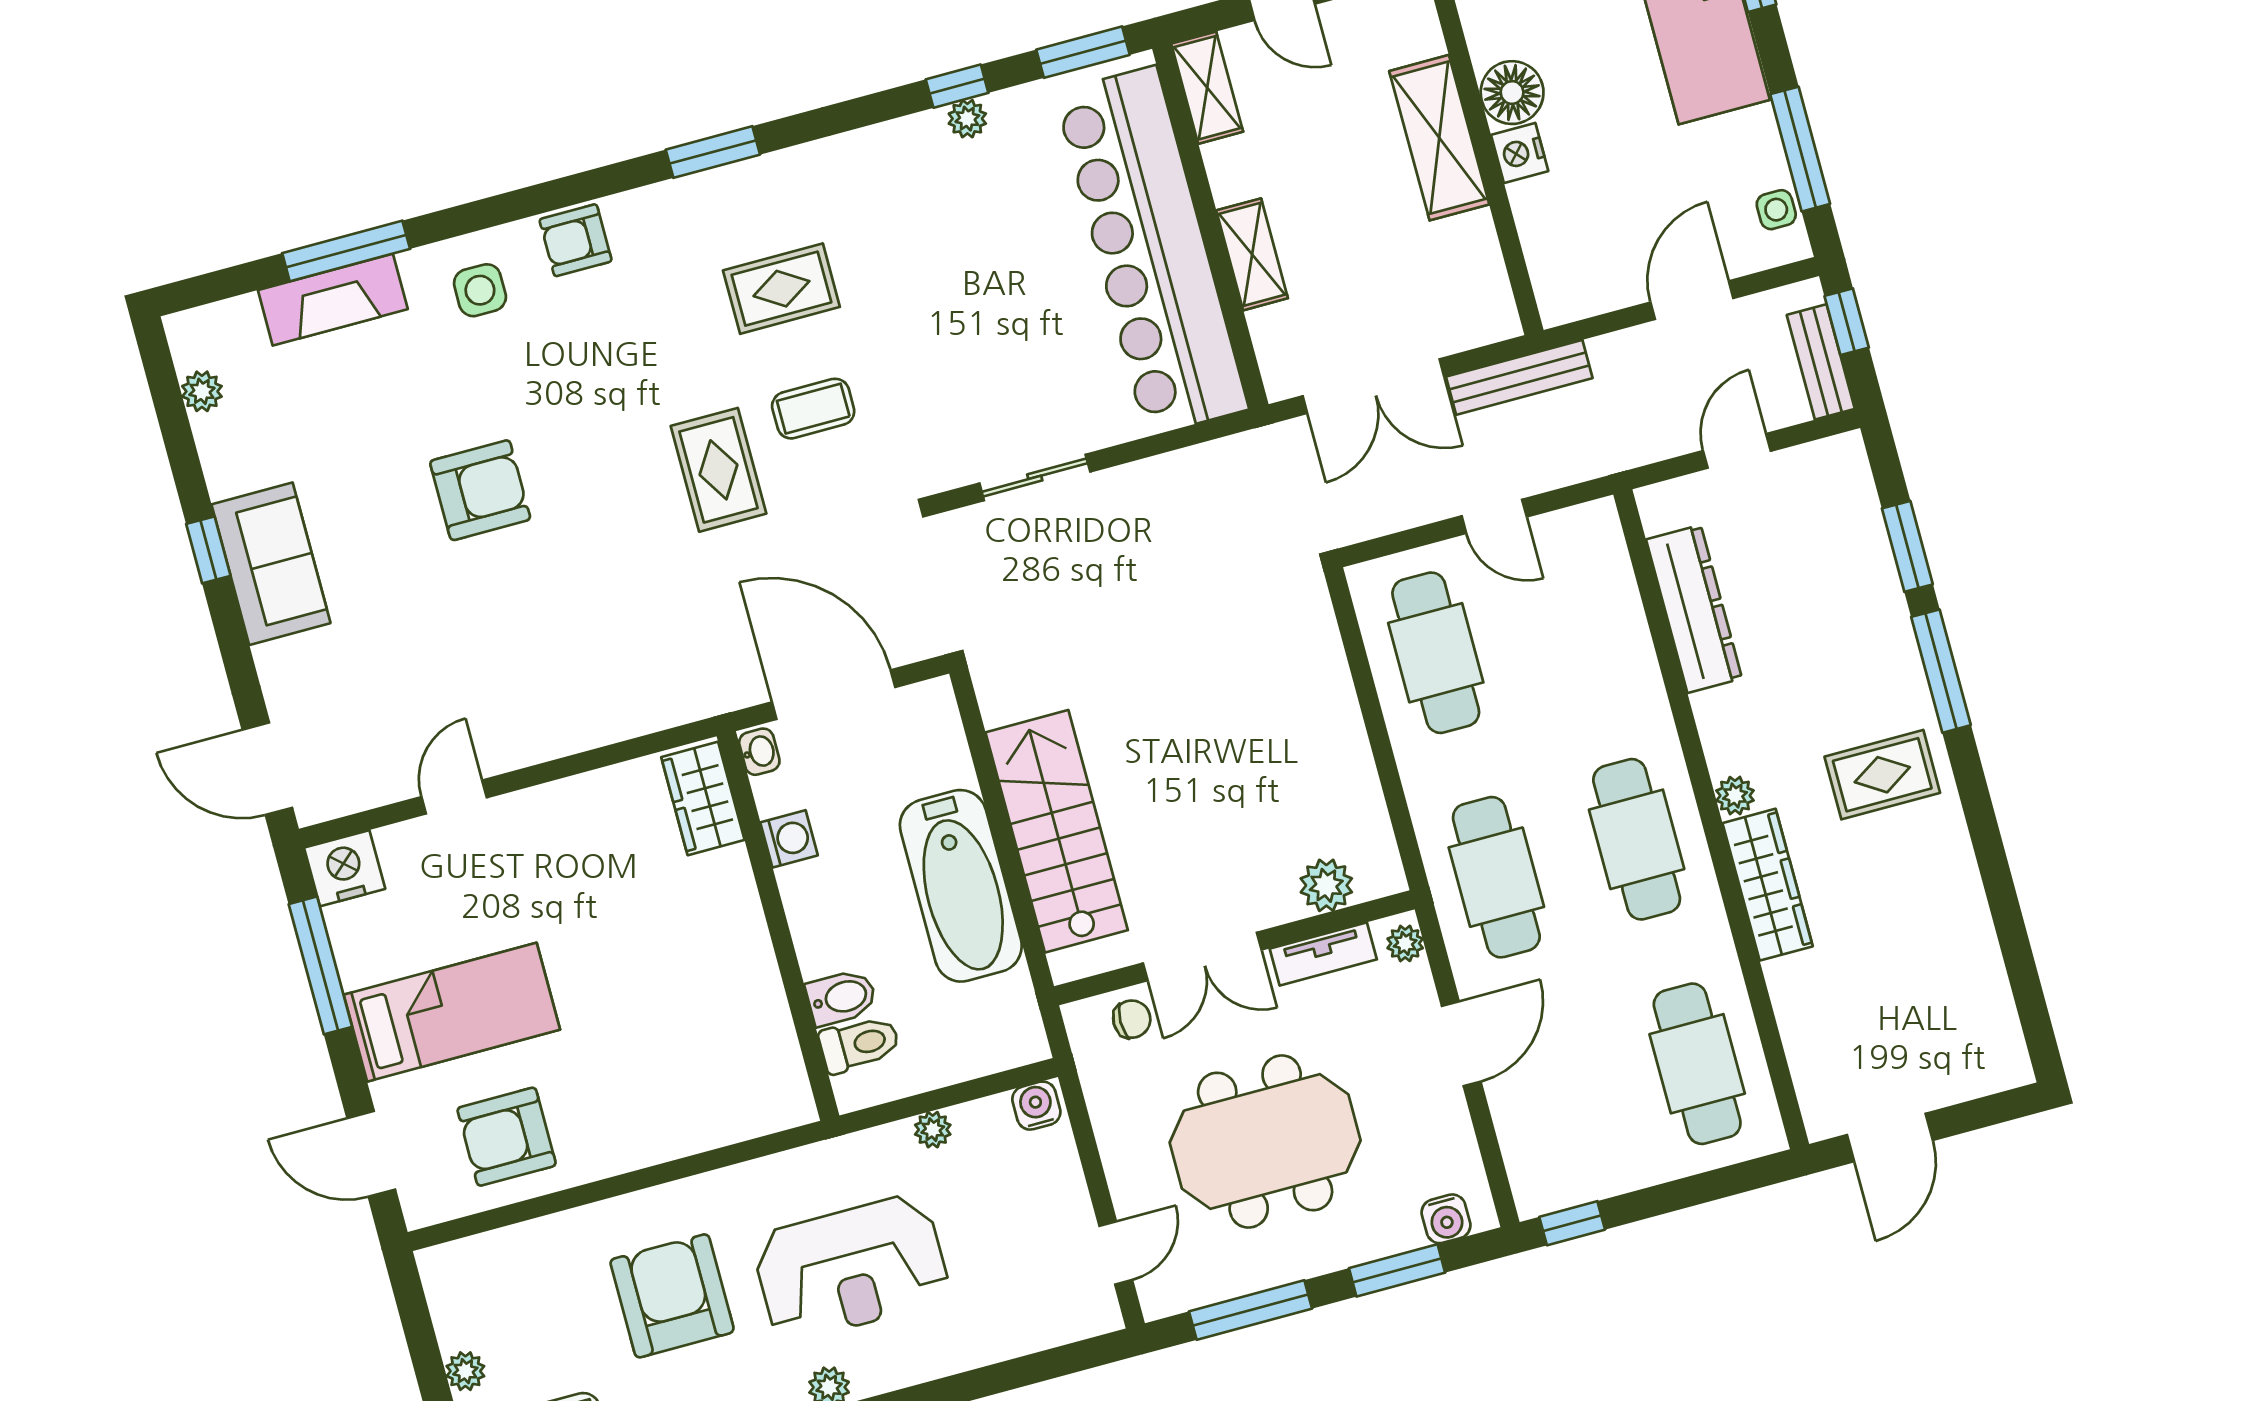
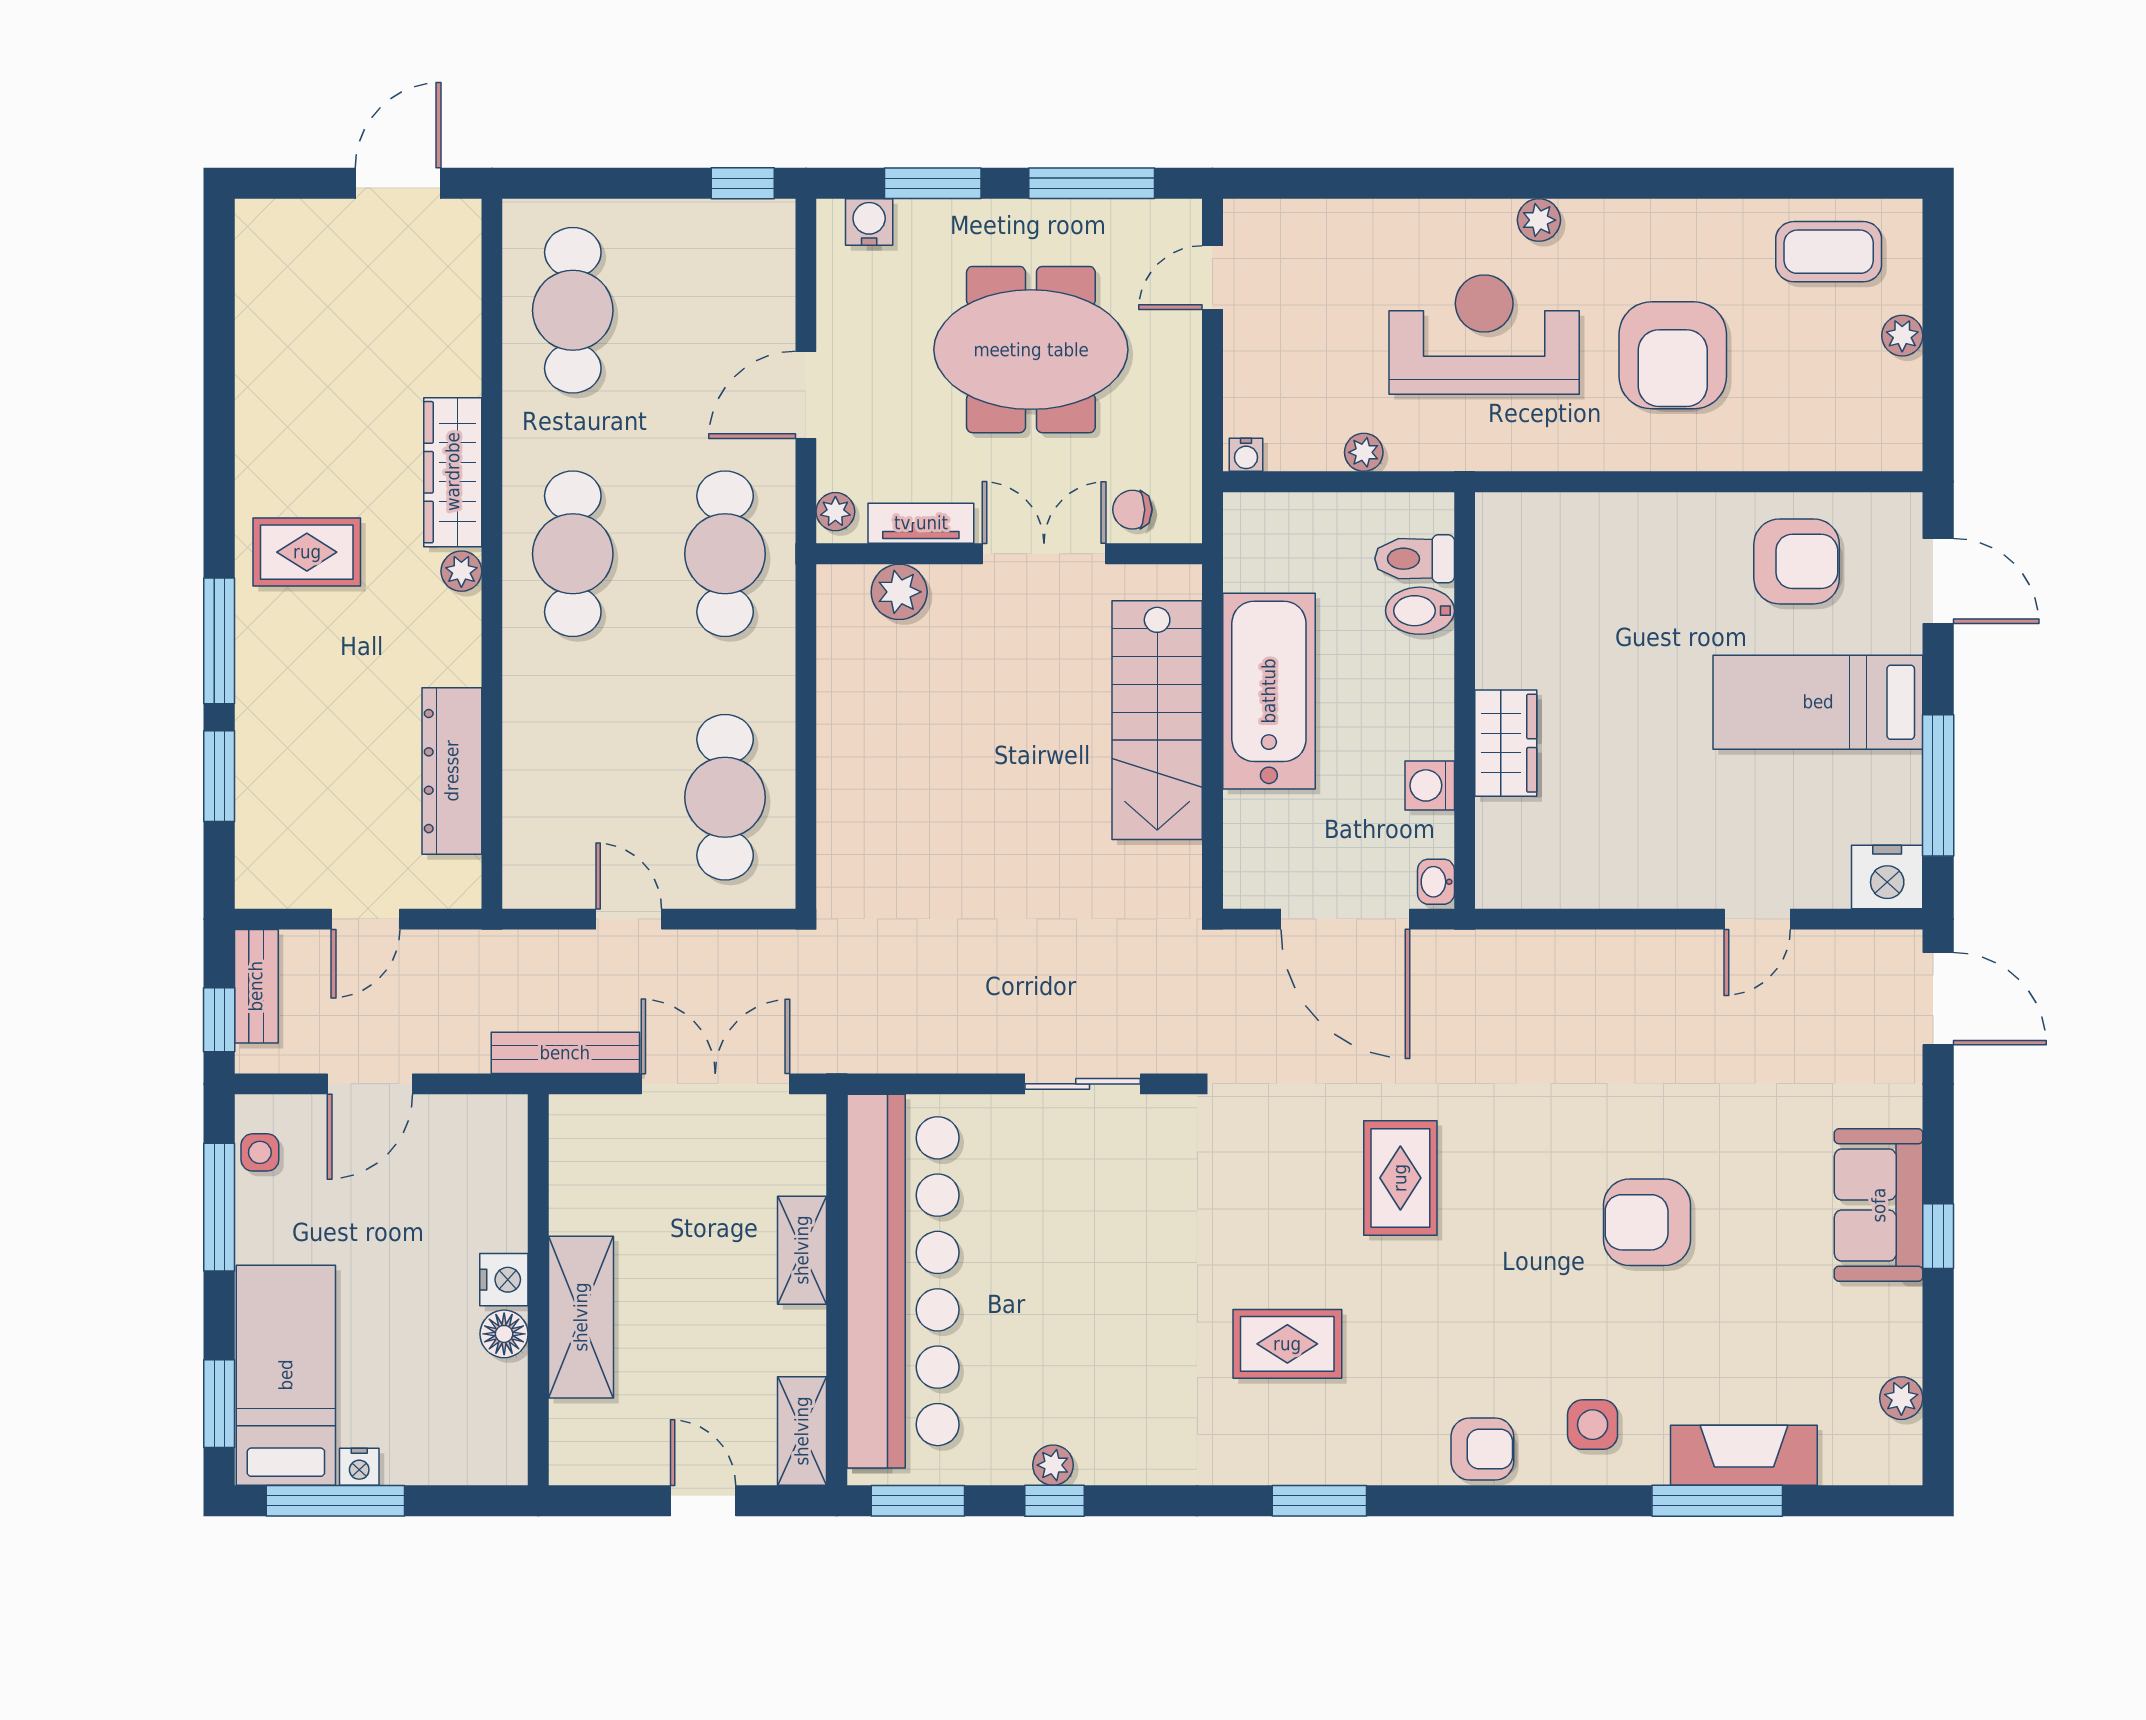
floor lamp: (1512, 93) -> (504, 1334), width x0.73, depth x0.73
coffee table: (813, 409) -> (1288, 1214), removed
wardrobe: (703, 798) -> (1506, 743), moved
water cooler: (1036, 1106) -> (1246, 455), width x0.72, depth x0.72

